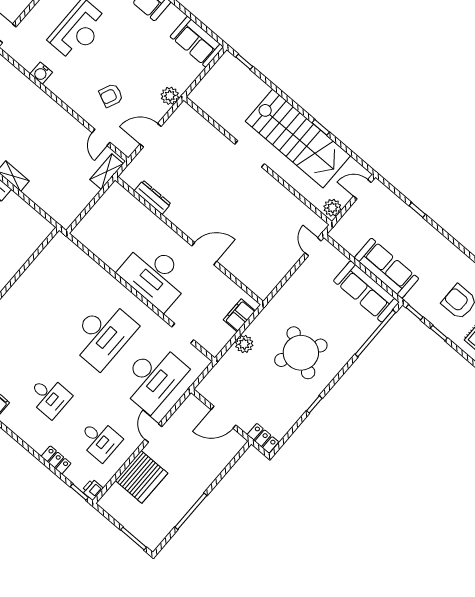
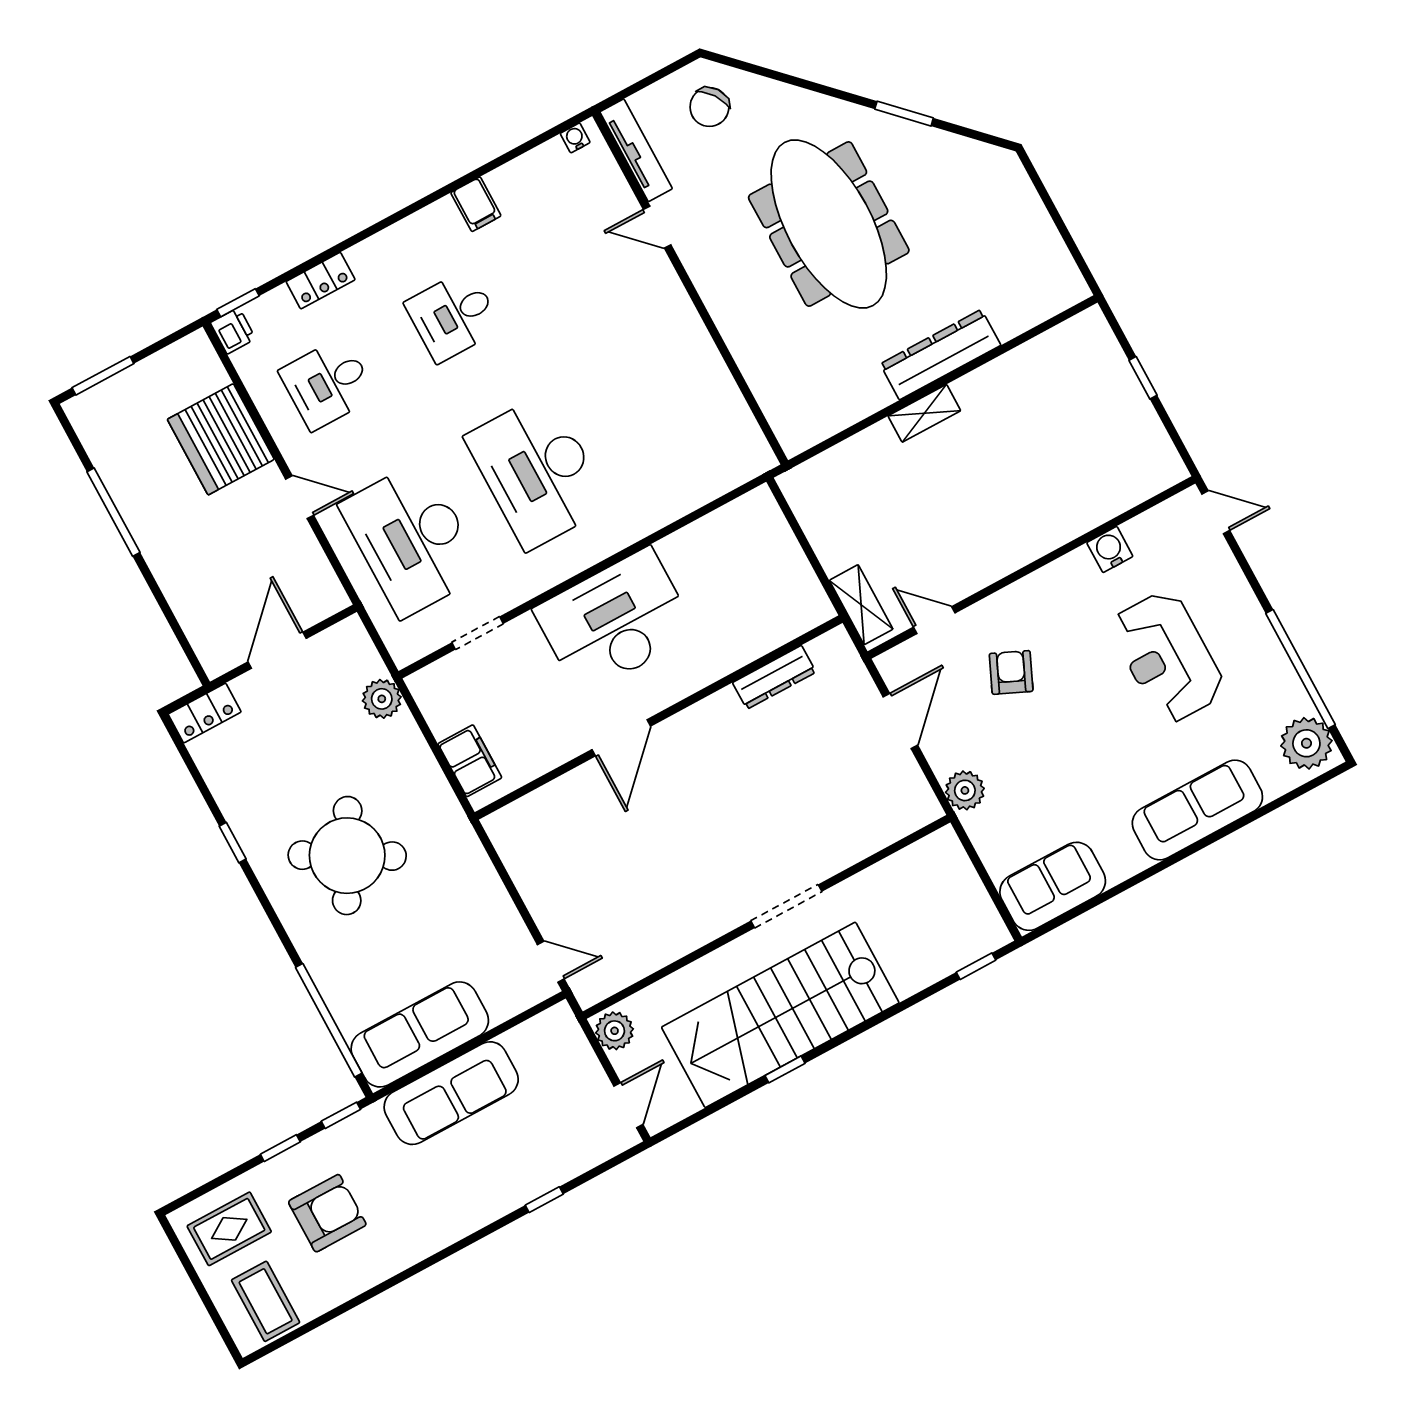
plant: (244, 344) -> (382, 699), moved

